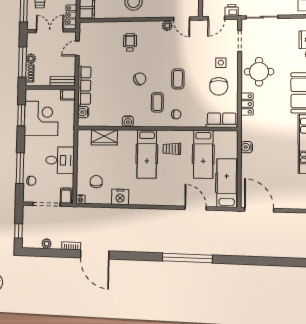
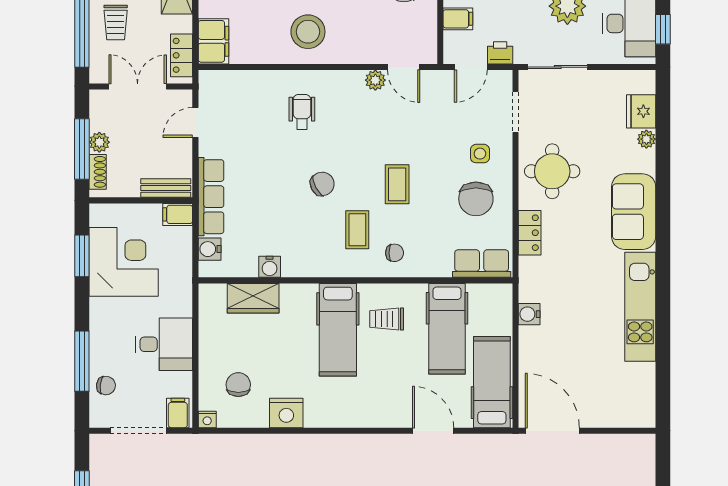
water cooler: (128, 121) -> (270, 267), moved

